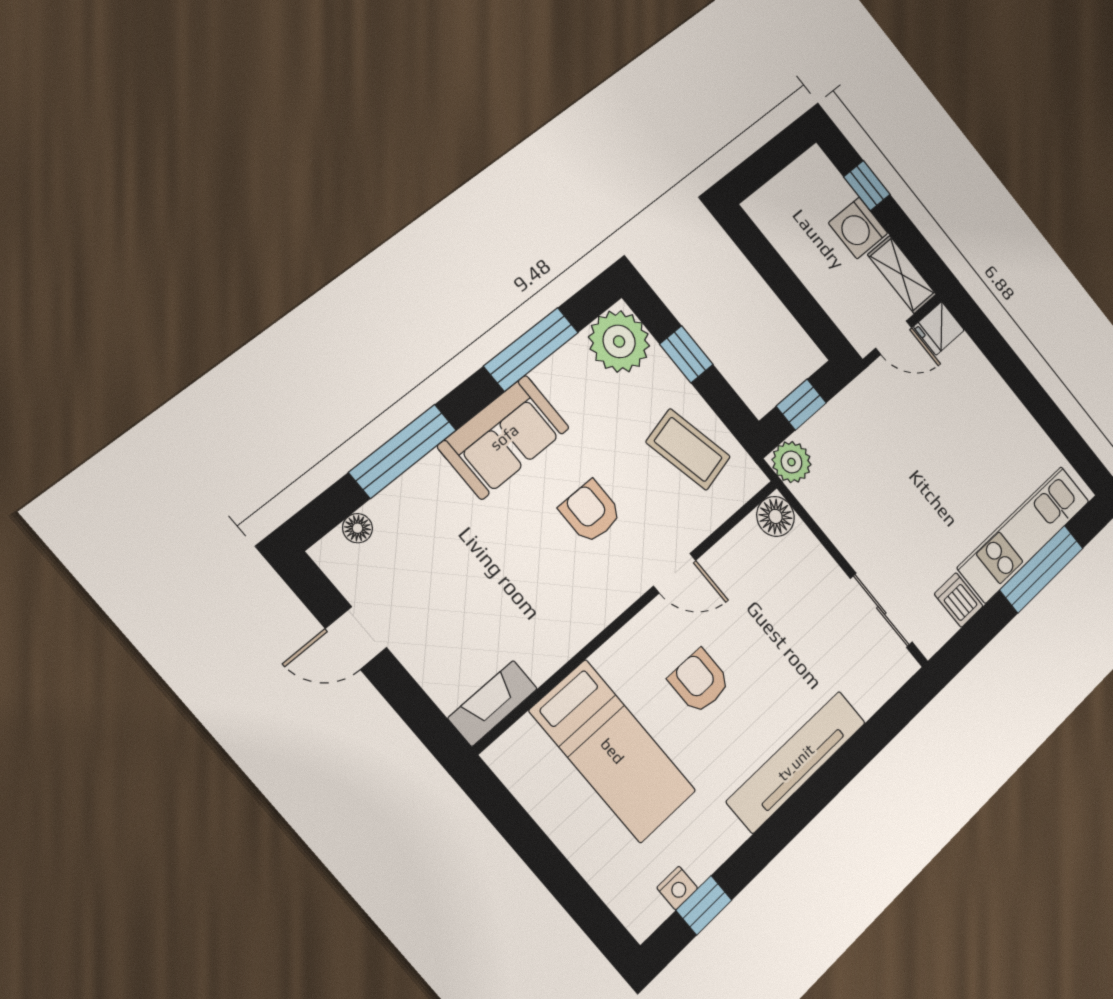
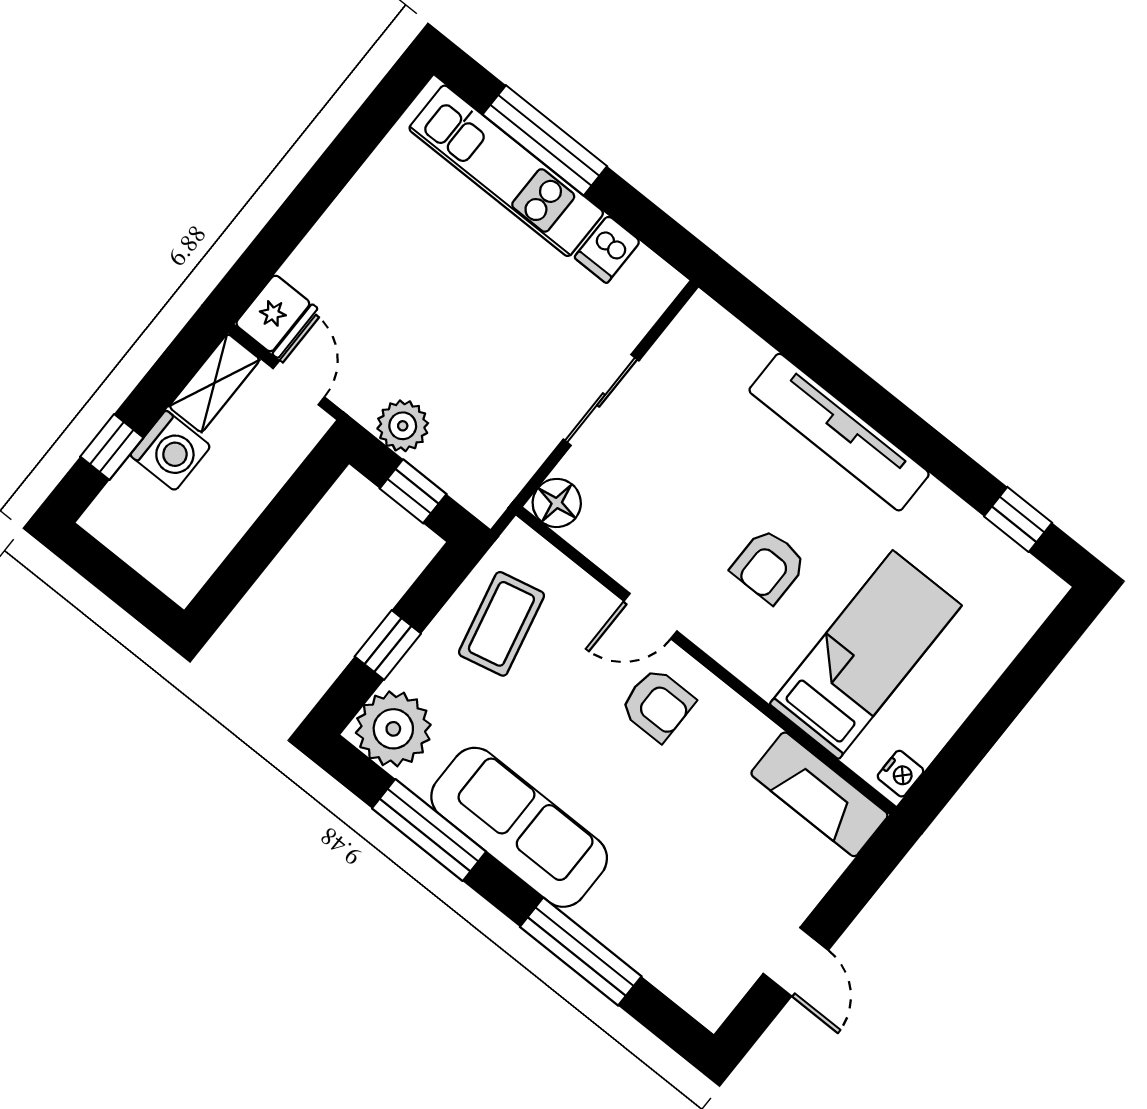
fridge: (939, 328) -> (276, 316), width x1.38
sofa: (504, 437) -> (519, 827), width x1.36
plant: (791, 462) -> (403, 426), moved
armchair: (591, 512) -> (657, 705), moved, turned -90
floor lamp: (357, 528) -> (677, 984), removed
door: (675, 573) -> (650, 616), swing flipped
sliding door: (881, 610) -> (601, 400), moved
fireplace: (493, 703) -> (819, 794), width x1.37, depth x1.32
nightstand: (677, 888) -> (901, 774), moved, turned 90

